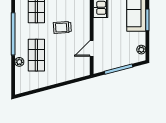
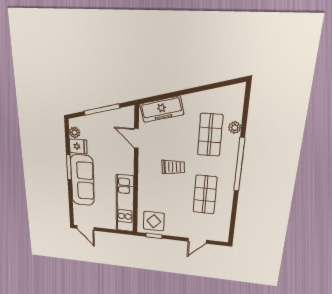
fridge: (139, 38) -> (78, 146), added
door: (92, 48) -> (136, 138), swing flipped
freezer: (73, 72) -> (162, 109), added

